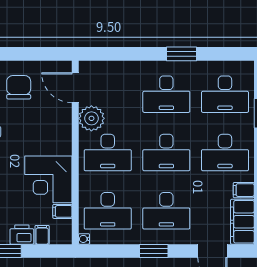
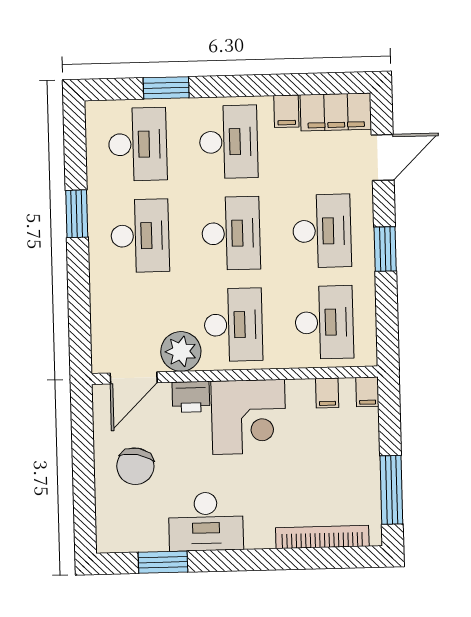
chair: (19, 87) -> (135, 466), turned -79
corner desk: (48, 179) -> (249, 417), moved
printer: (22, 235) -> (191, 397), moved, turned -90
filing cabinet: (42, 235) -> (367, 392), moved, turned -90
water cooler: (84, 239) -> (369, 358), removed

